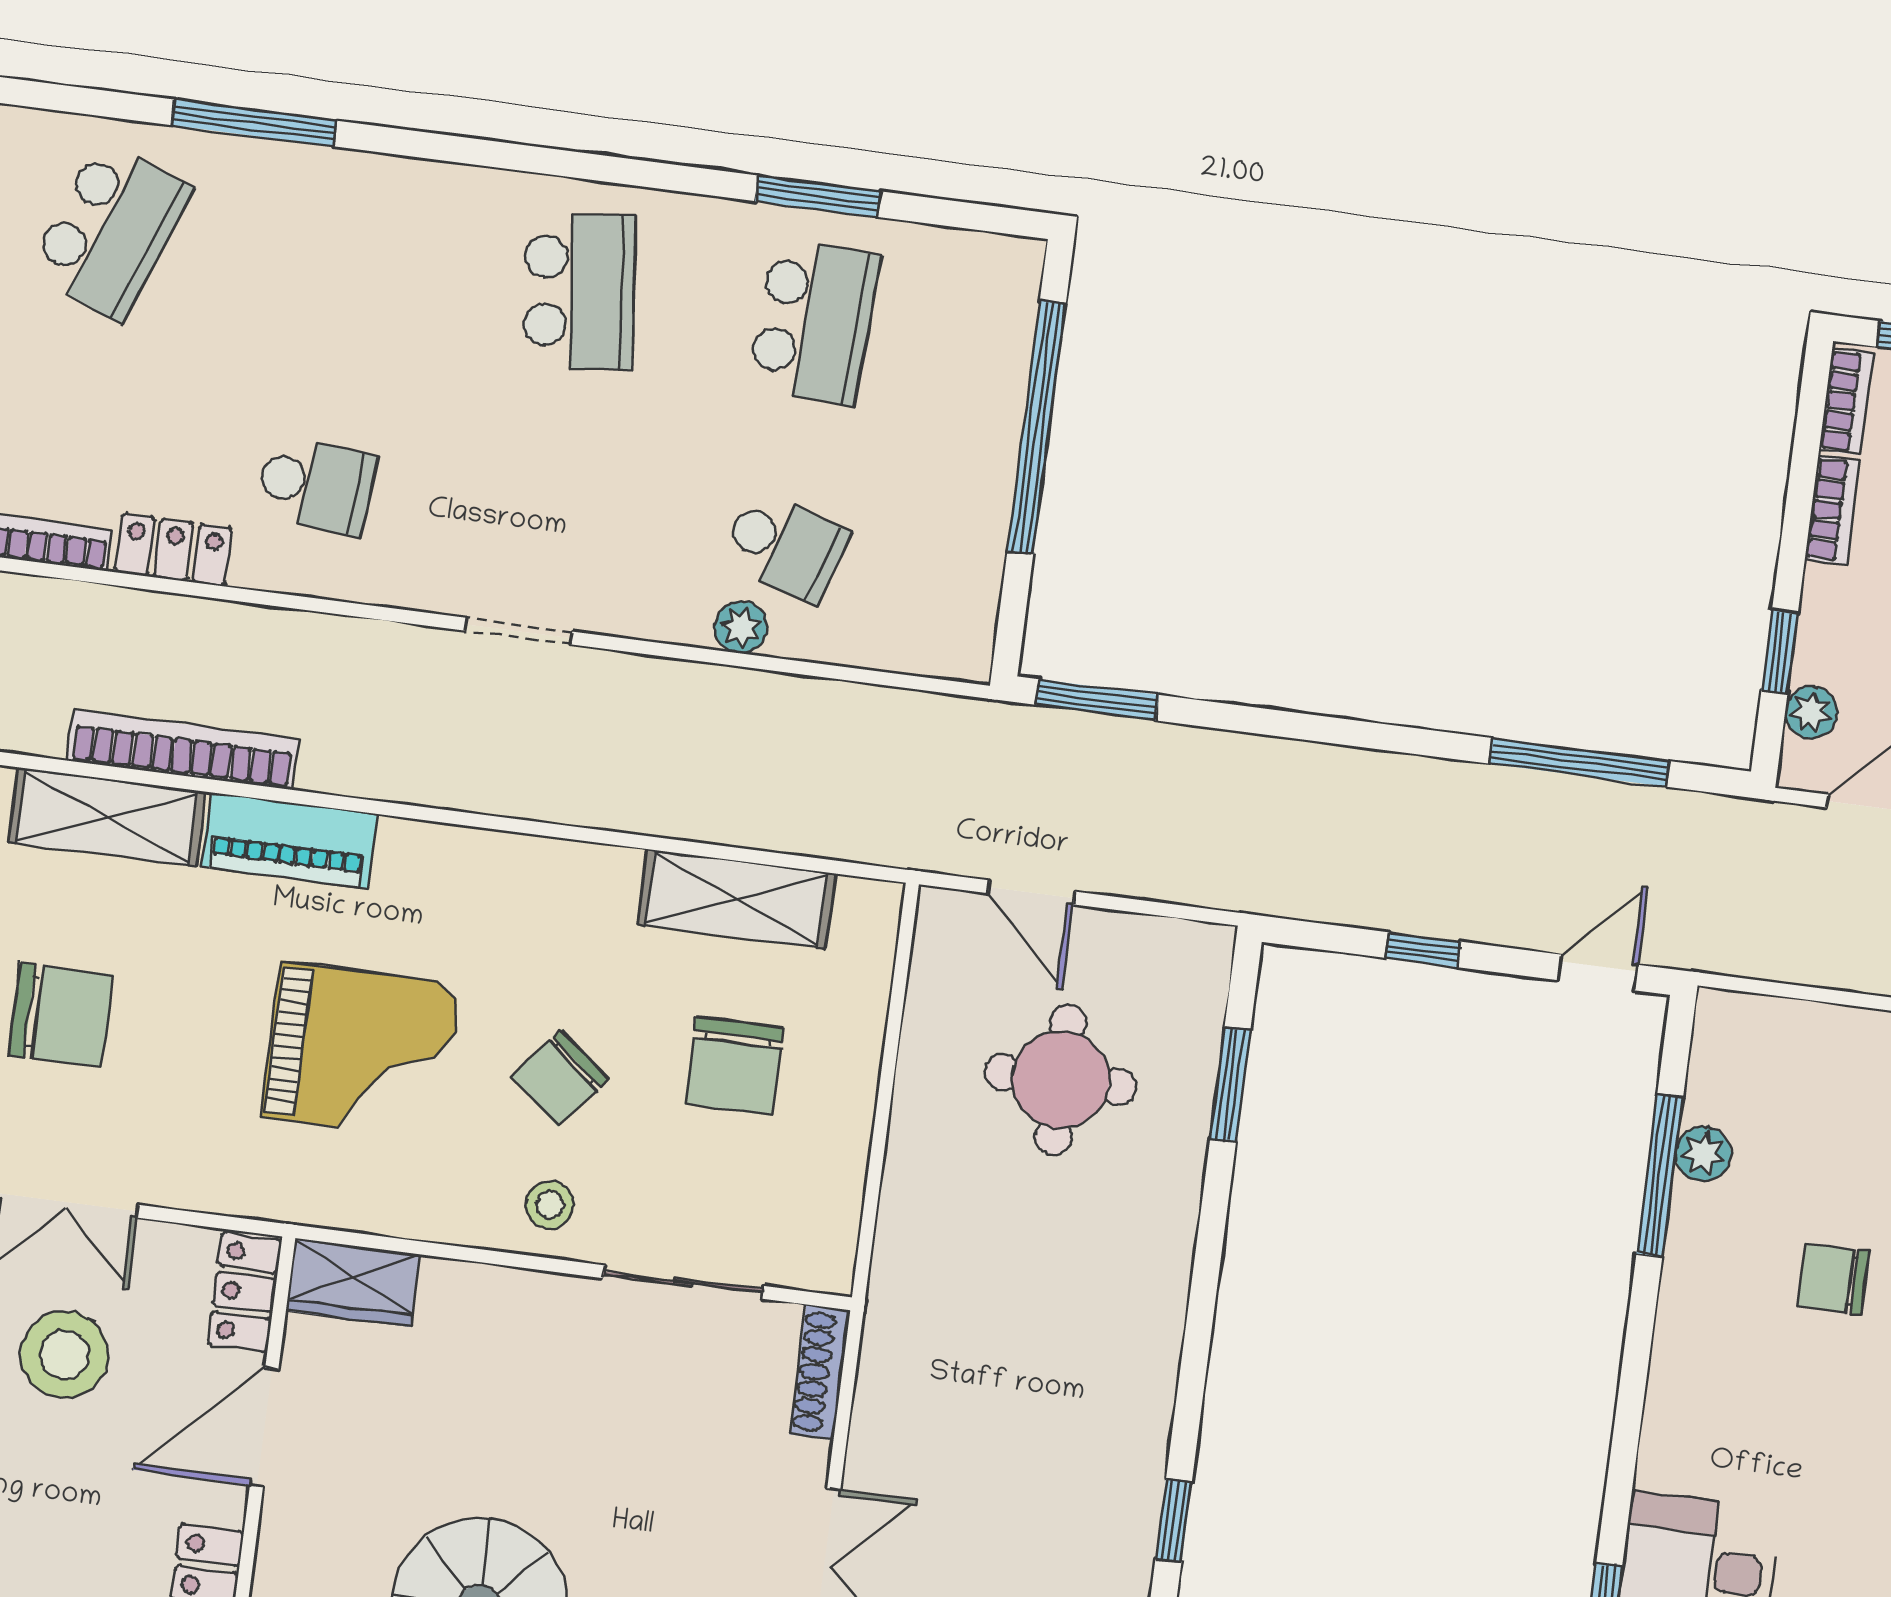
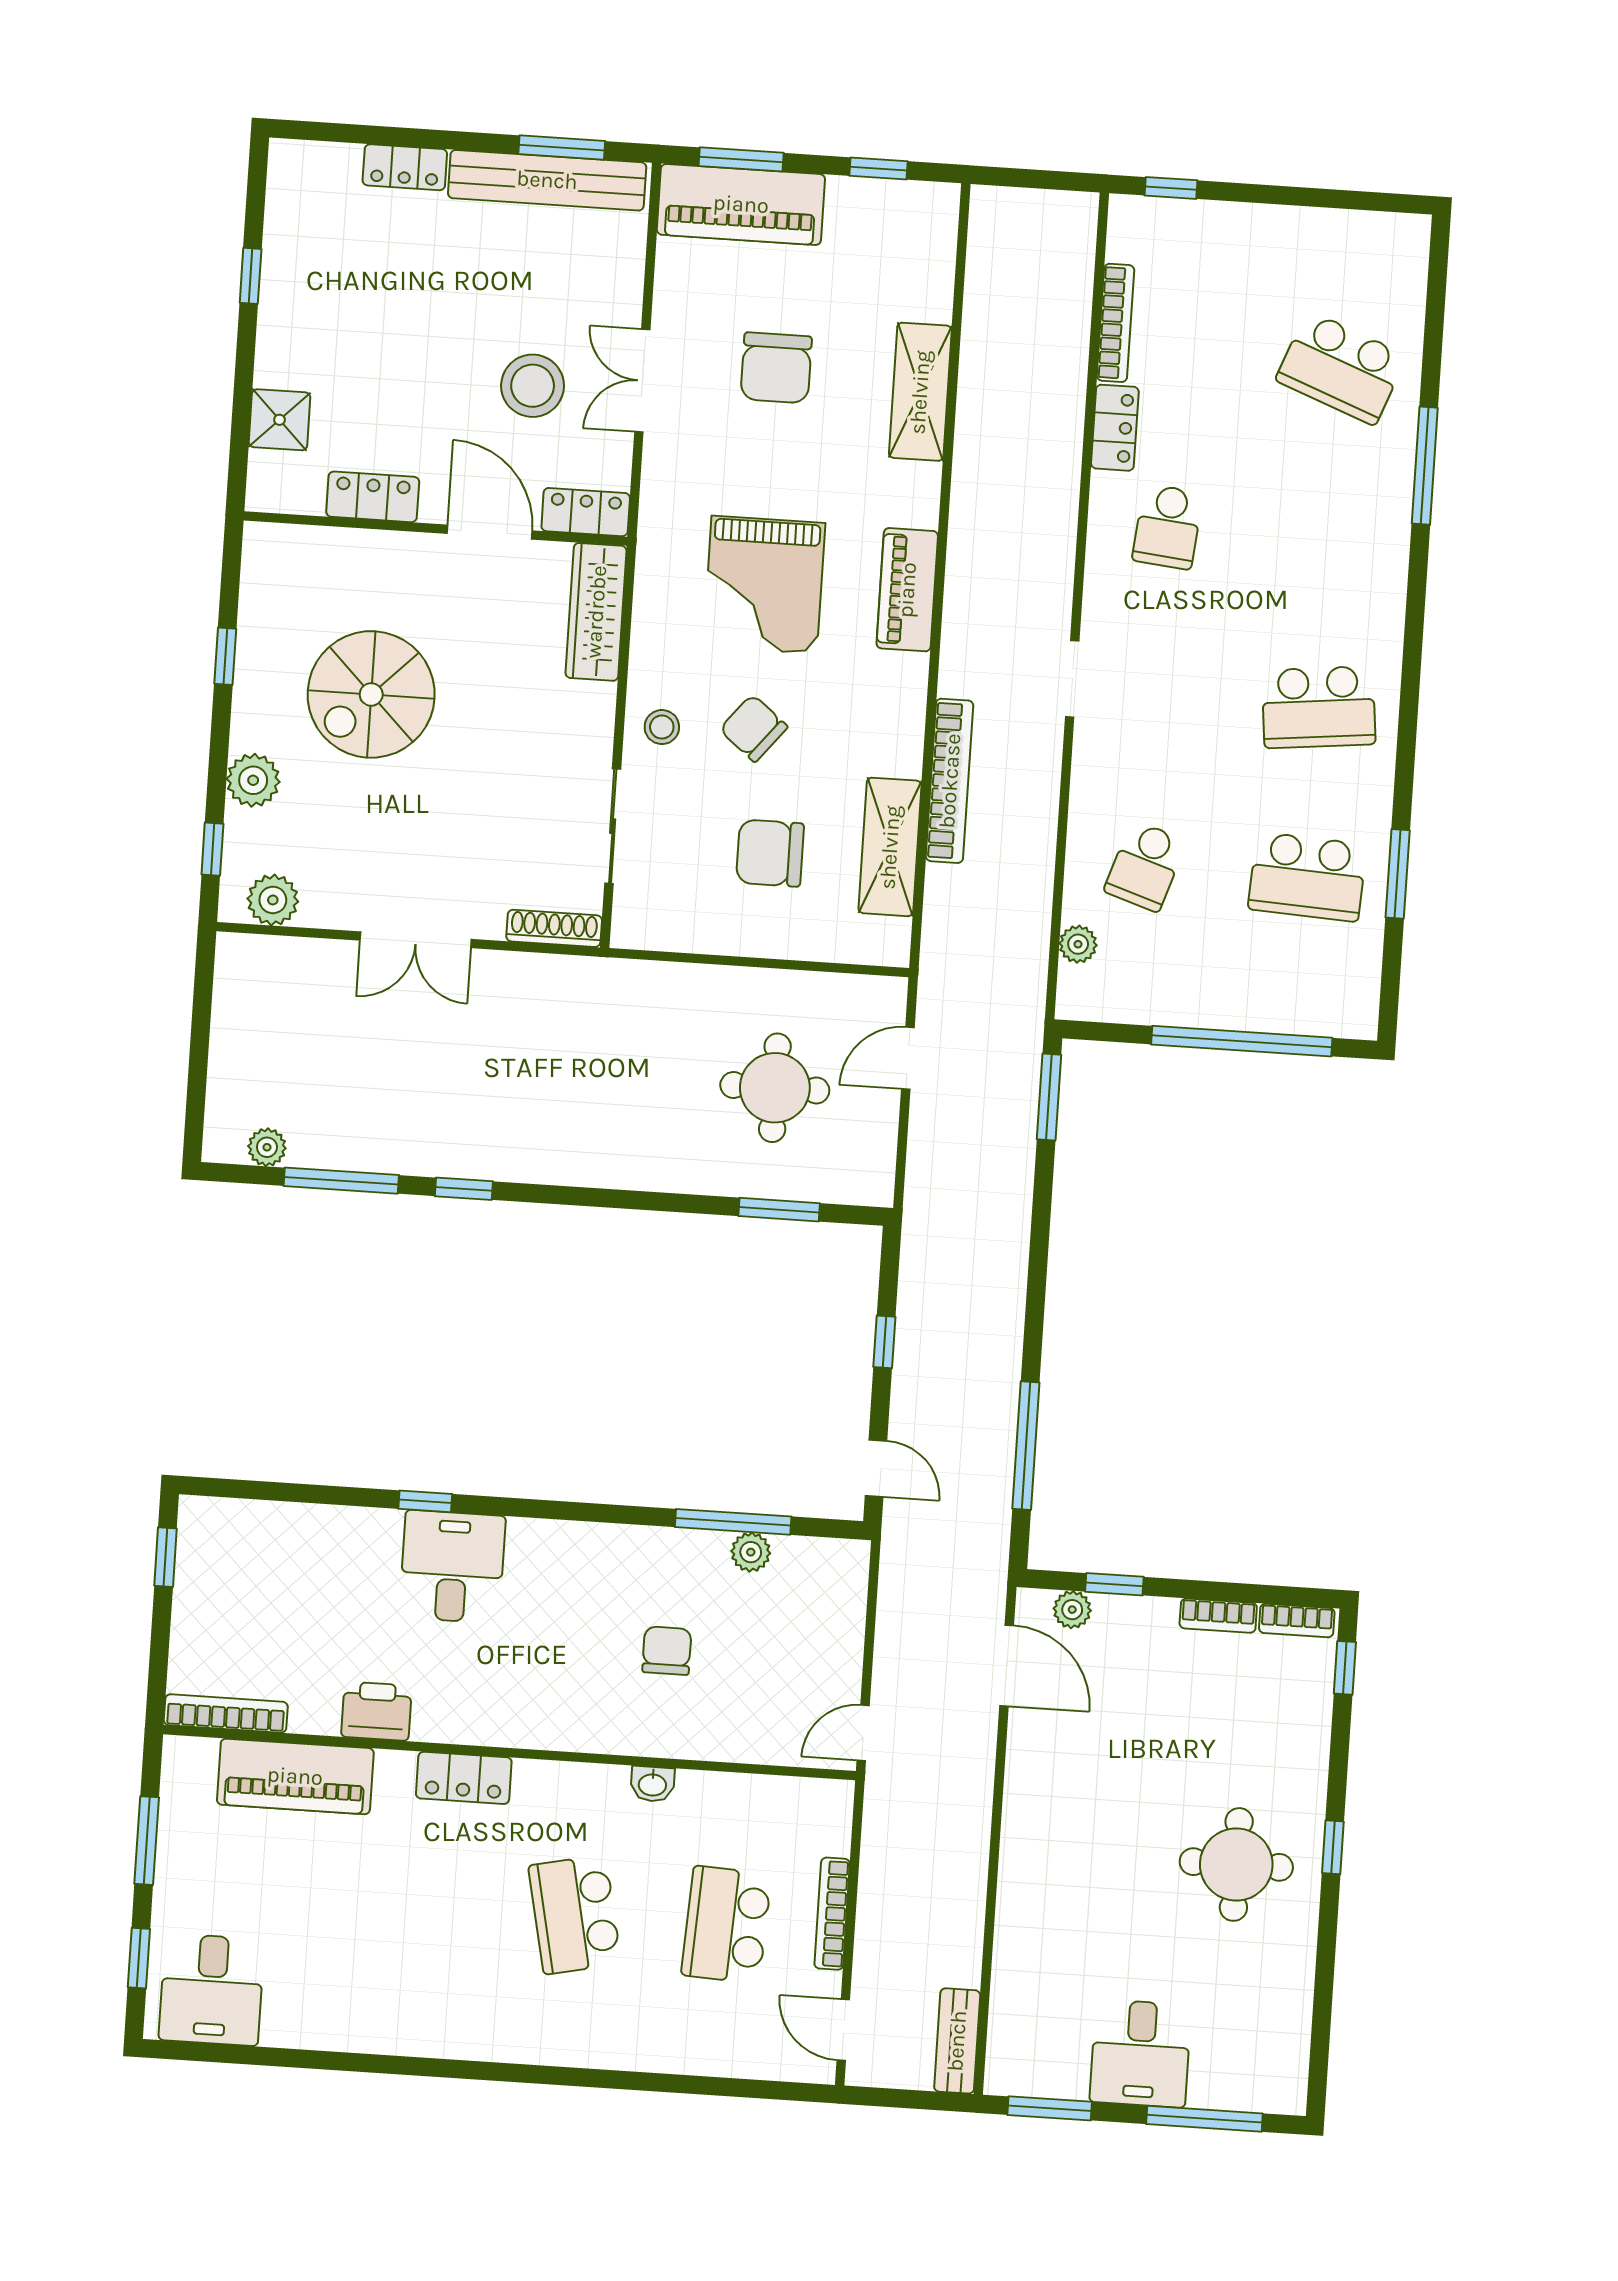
plant: (741, 627) -> (1078, 944), moved
bookcase: (183, 750) -> (950, 781), moved
piano: (289, 840) -> (907, 590), moved
wardrobe: (353, 1282) -> (596, 612), width x1.50

